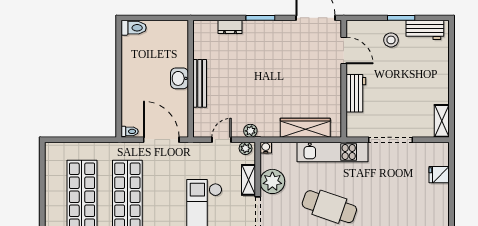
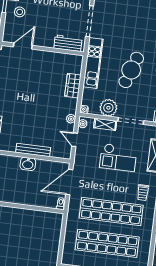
workbench: (356, 93) -> (68, 43), moved
wardrobe: (305, 128) -> (73, 86), width x0.67

